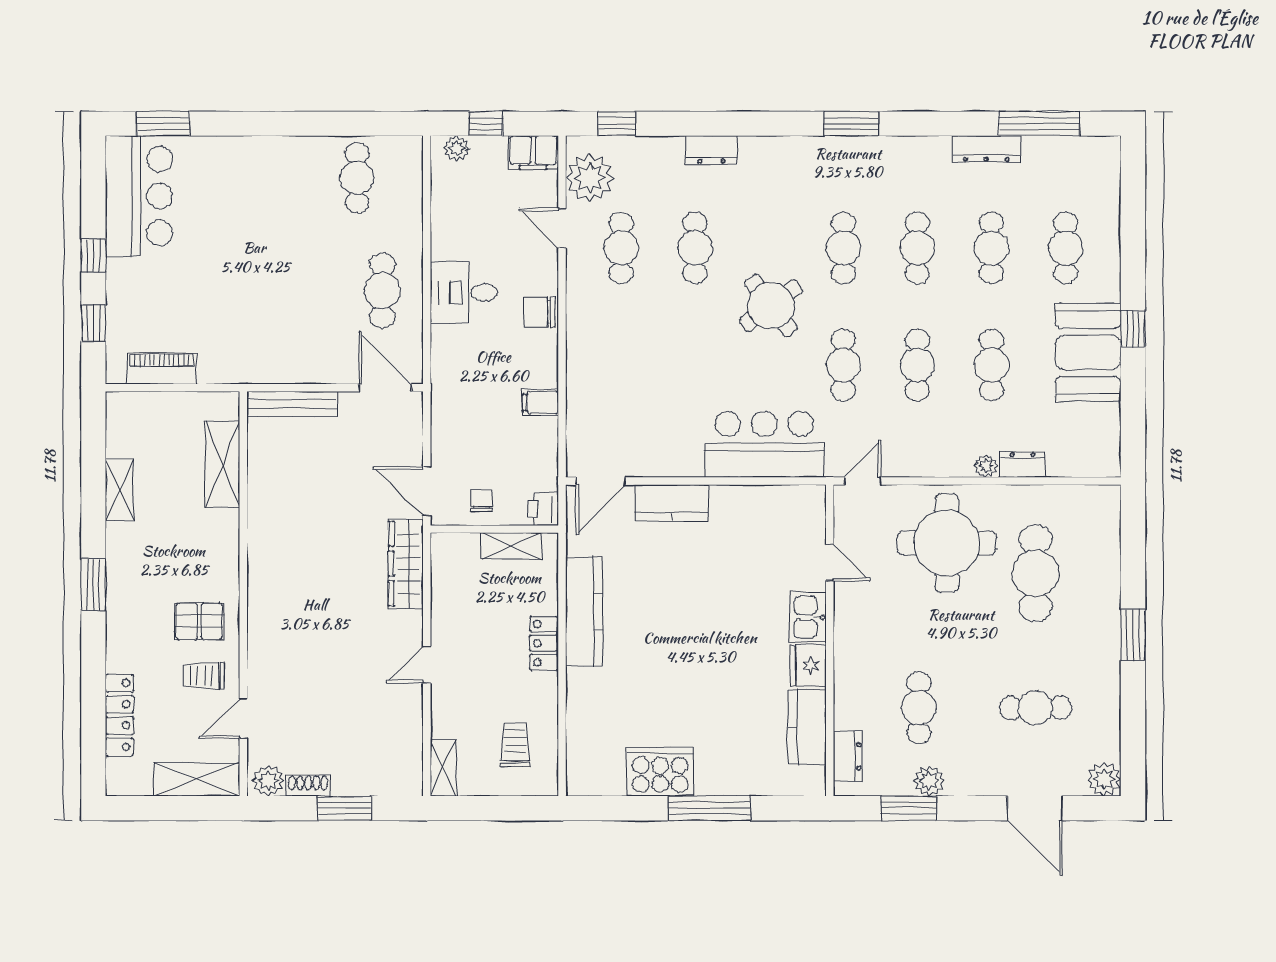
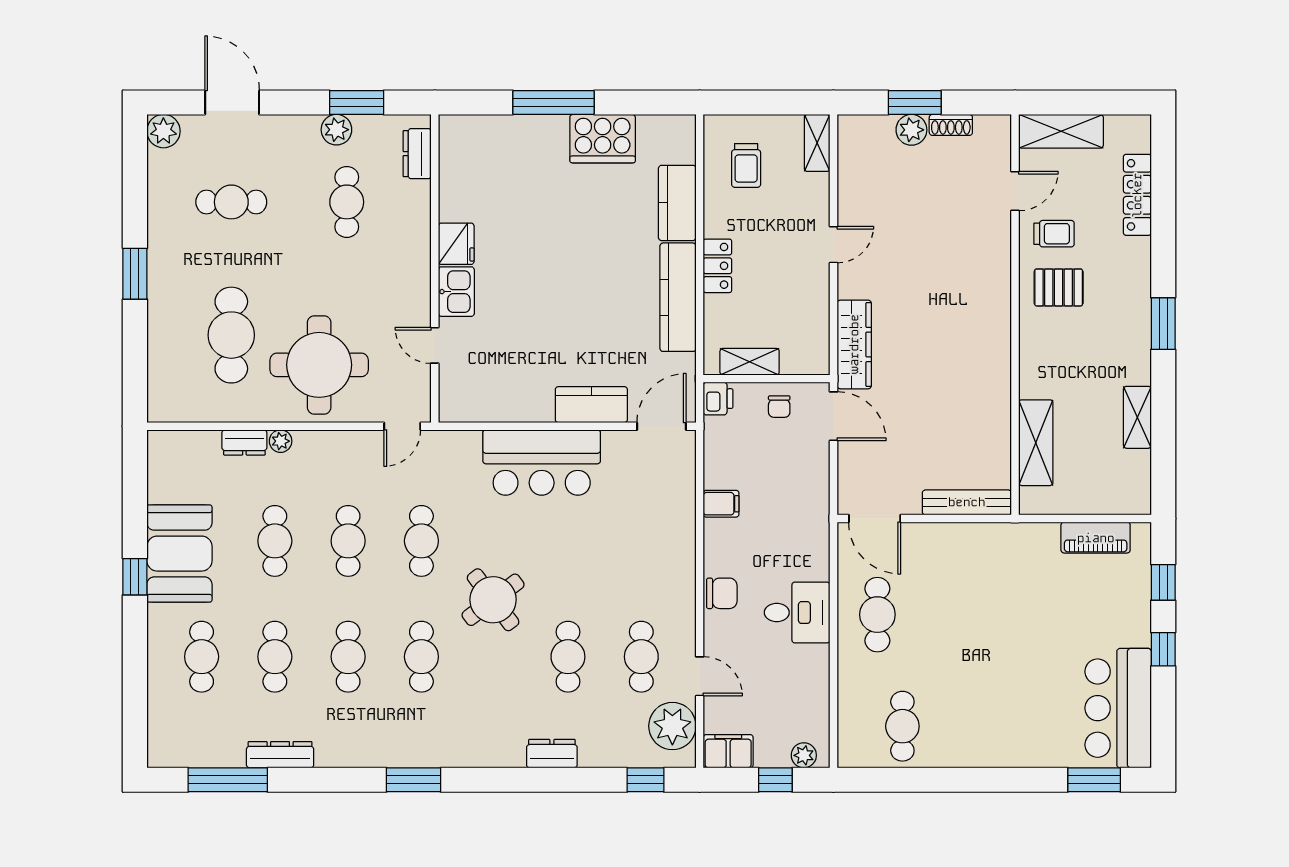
bar counter: (764, 444) -> (542, 463), moved
kitchen counter: (807, 727) -> (677, 203), moved, turned 180
plant: (268, 781) -> (911, 130), moved

